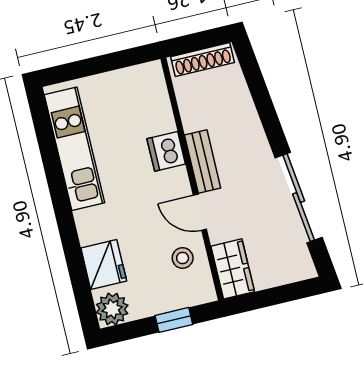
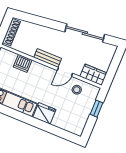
dishwasher: (166, 151) -> (23, 63), moved
fridge: (104, 264) -> (44, 113), moved
plant: (112, 309) -> (77, 128), removed

